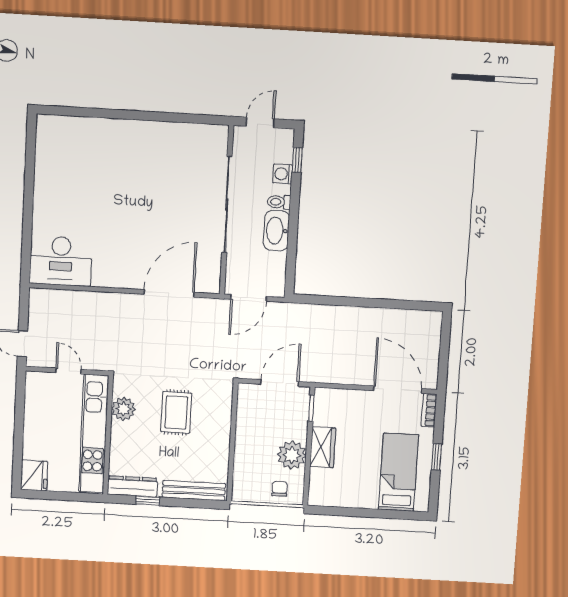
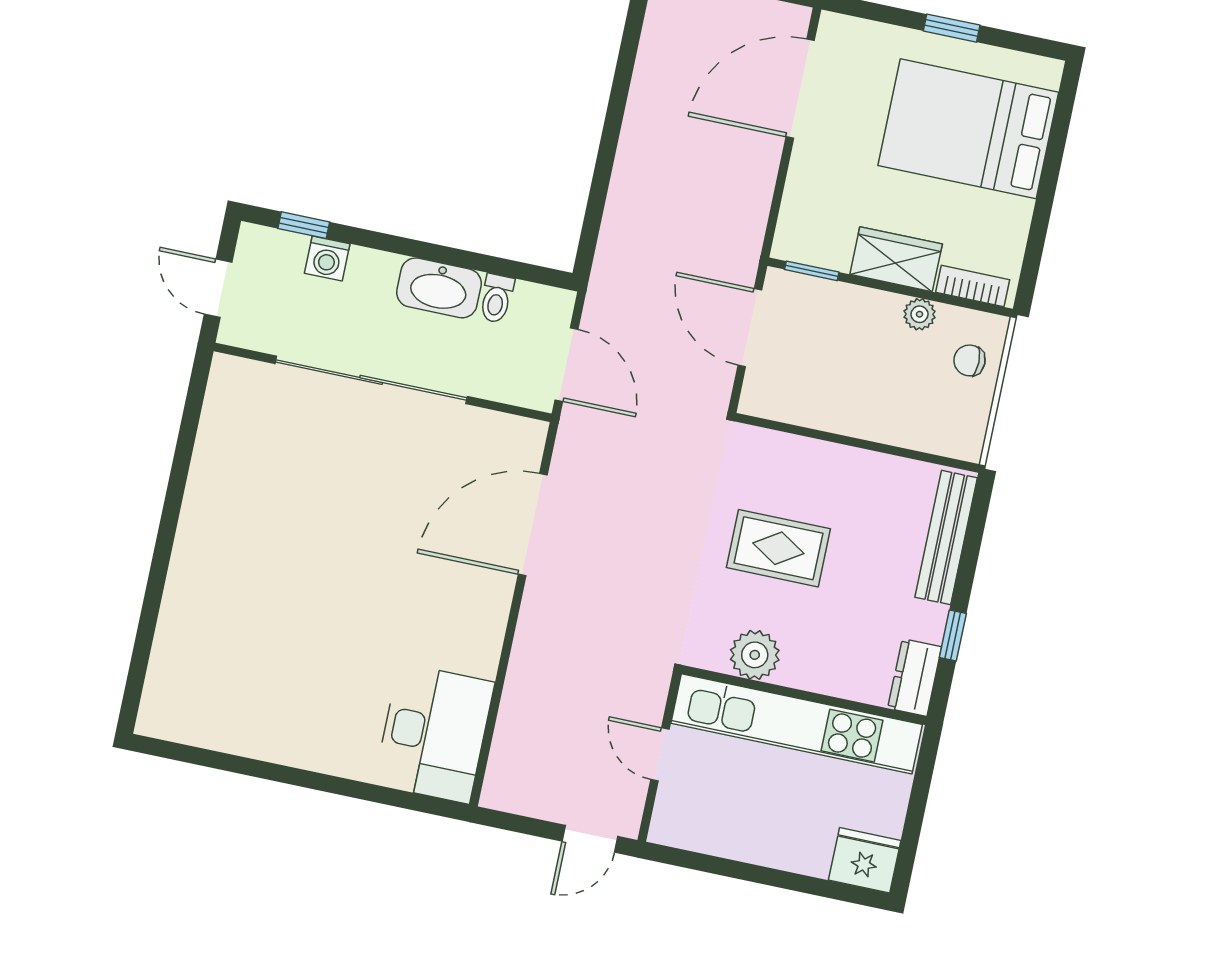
toilet: (279, 202) -> (496, 298), moved
door: (169, 293) -> (533, 525), hinge flipped
door: (68, 371) -> (660, 754), hinge flipped
bookcase: (429, 410) -> (973, 286), moved, turned 180
plant: (292, 455) -> (920, 314), width x0.53, depth x0.53
bed: (398, 472) -> (968, 129), width x1.50
dresser: (132, 486) -> (915, 678), width x0.70

